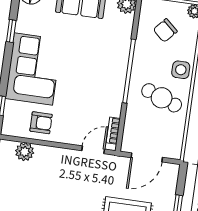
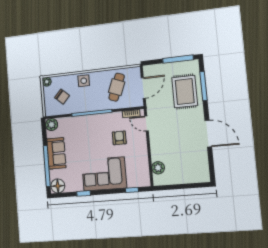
cafe table: (162, 98) -> (117, 87), moved
armchair: (41, 123) -> (119, 138), moved
door: (147, 157) -> (143, 88), hinge flipped

